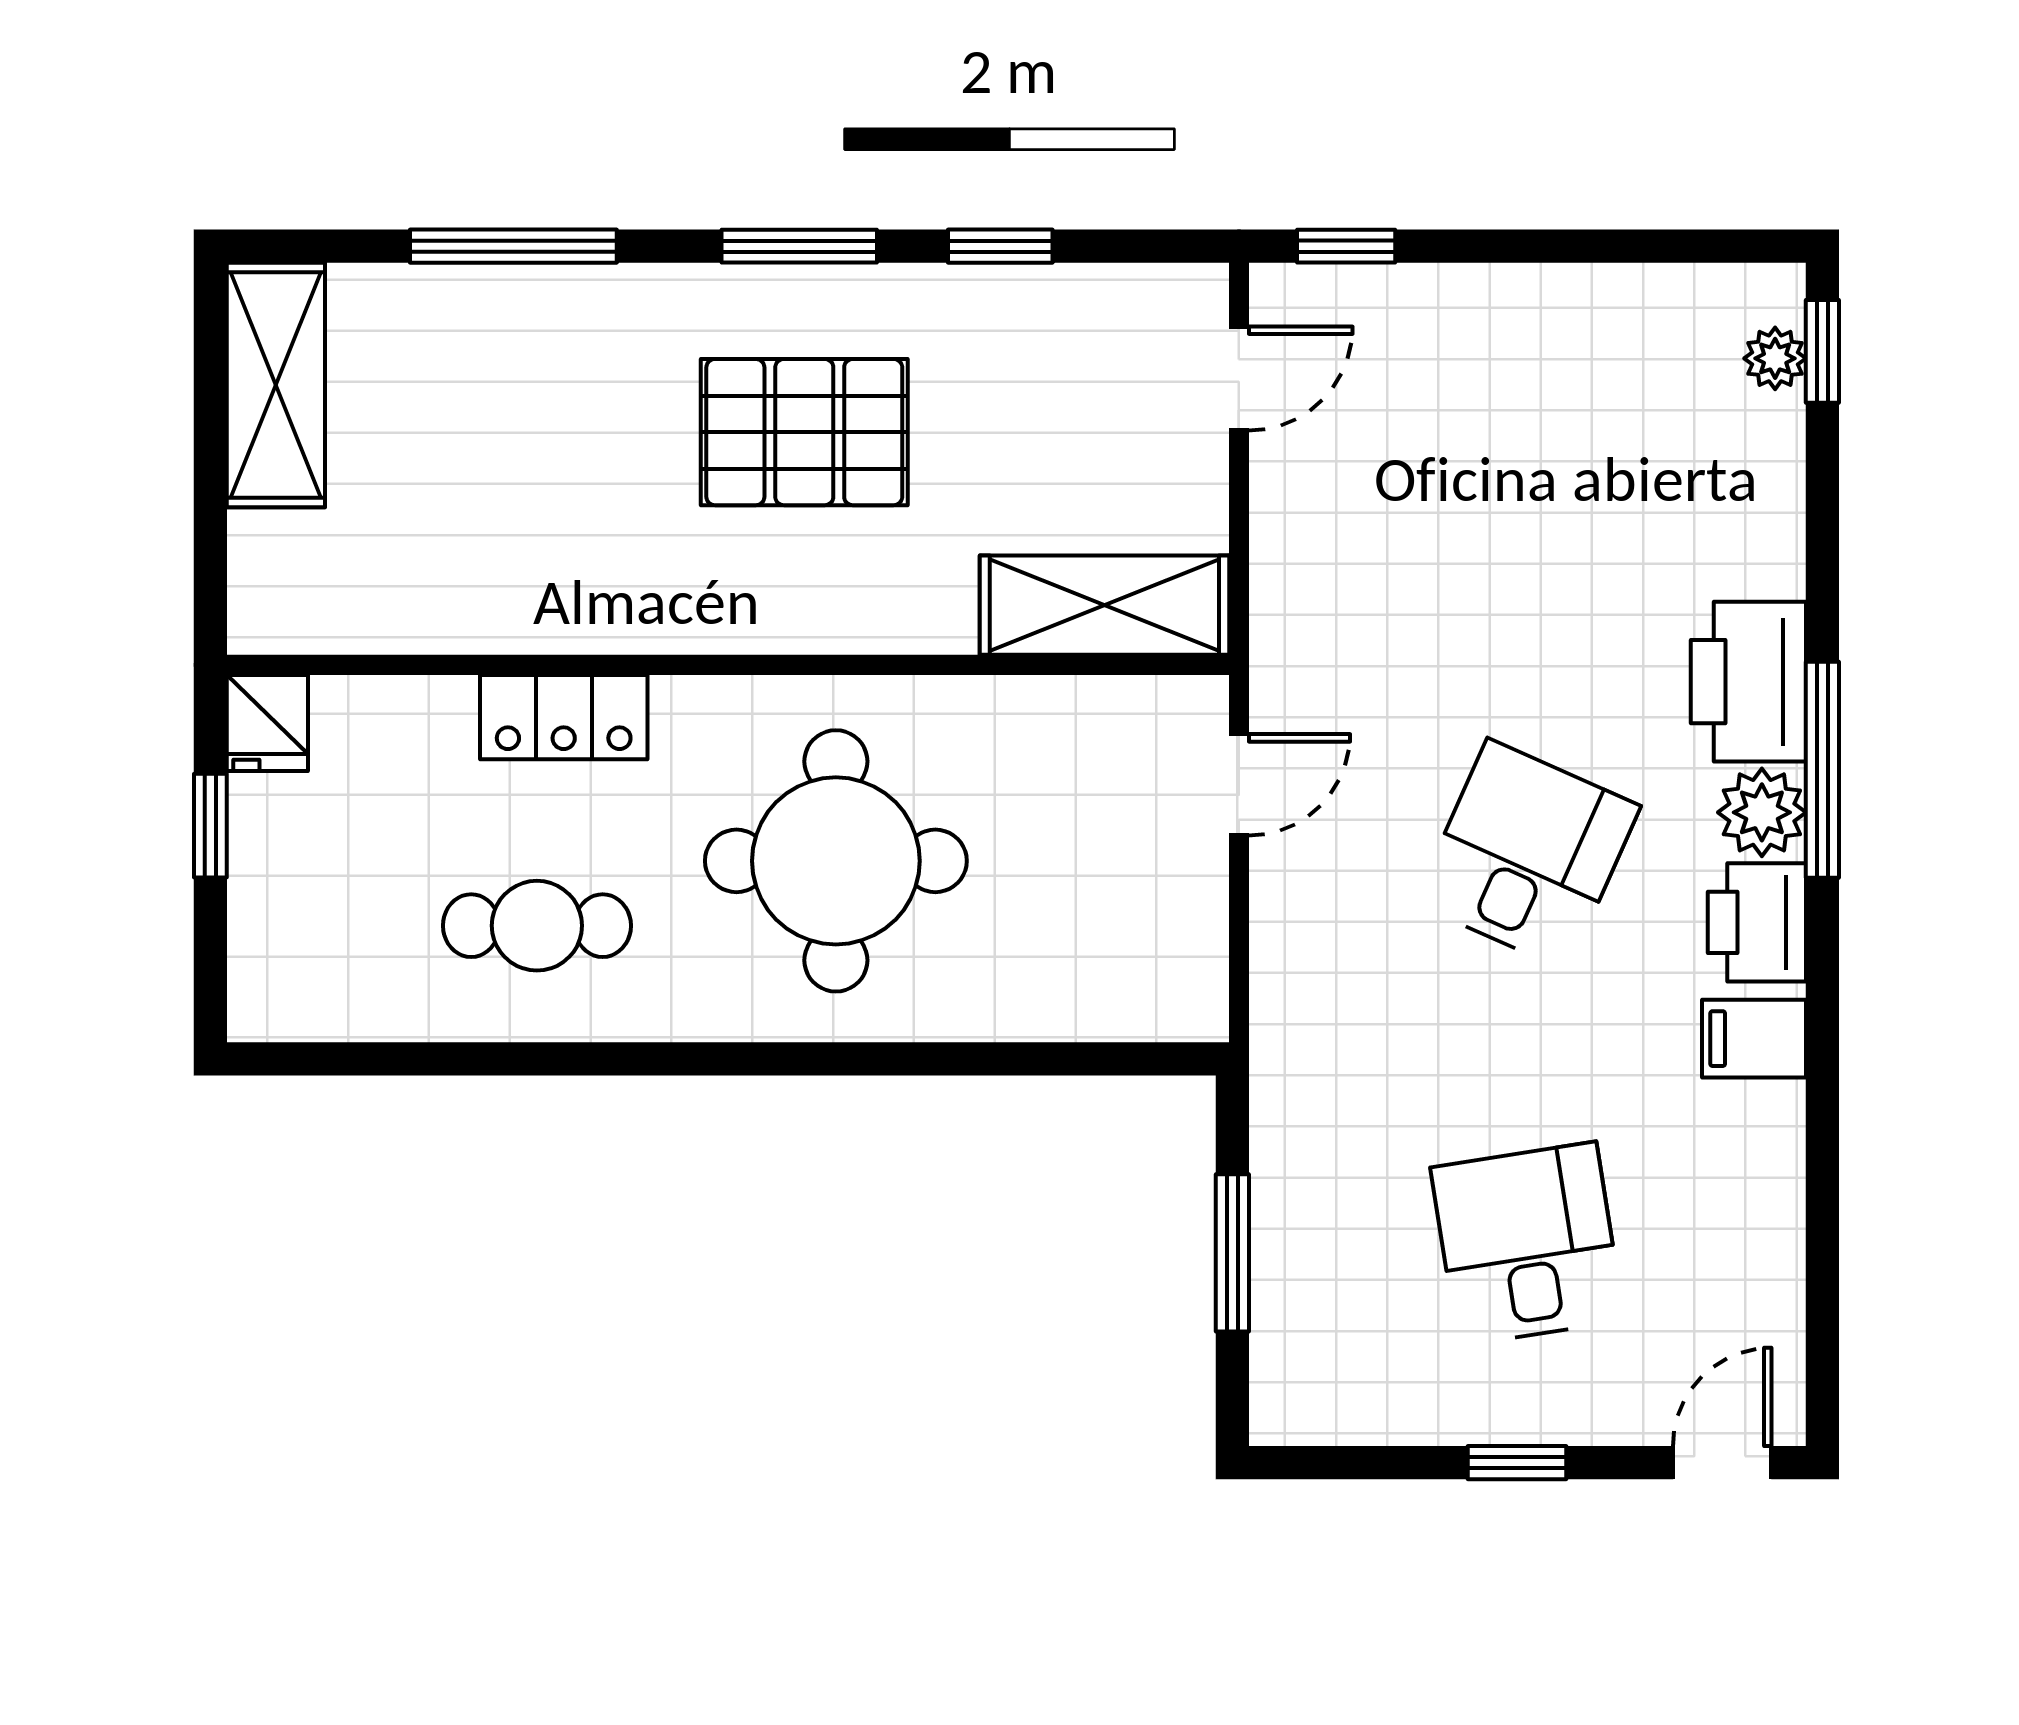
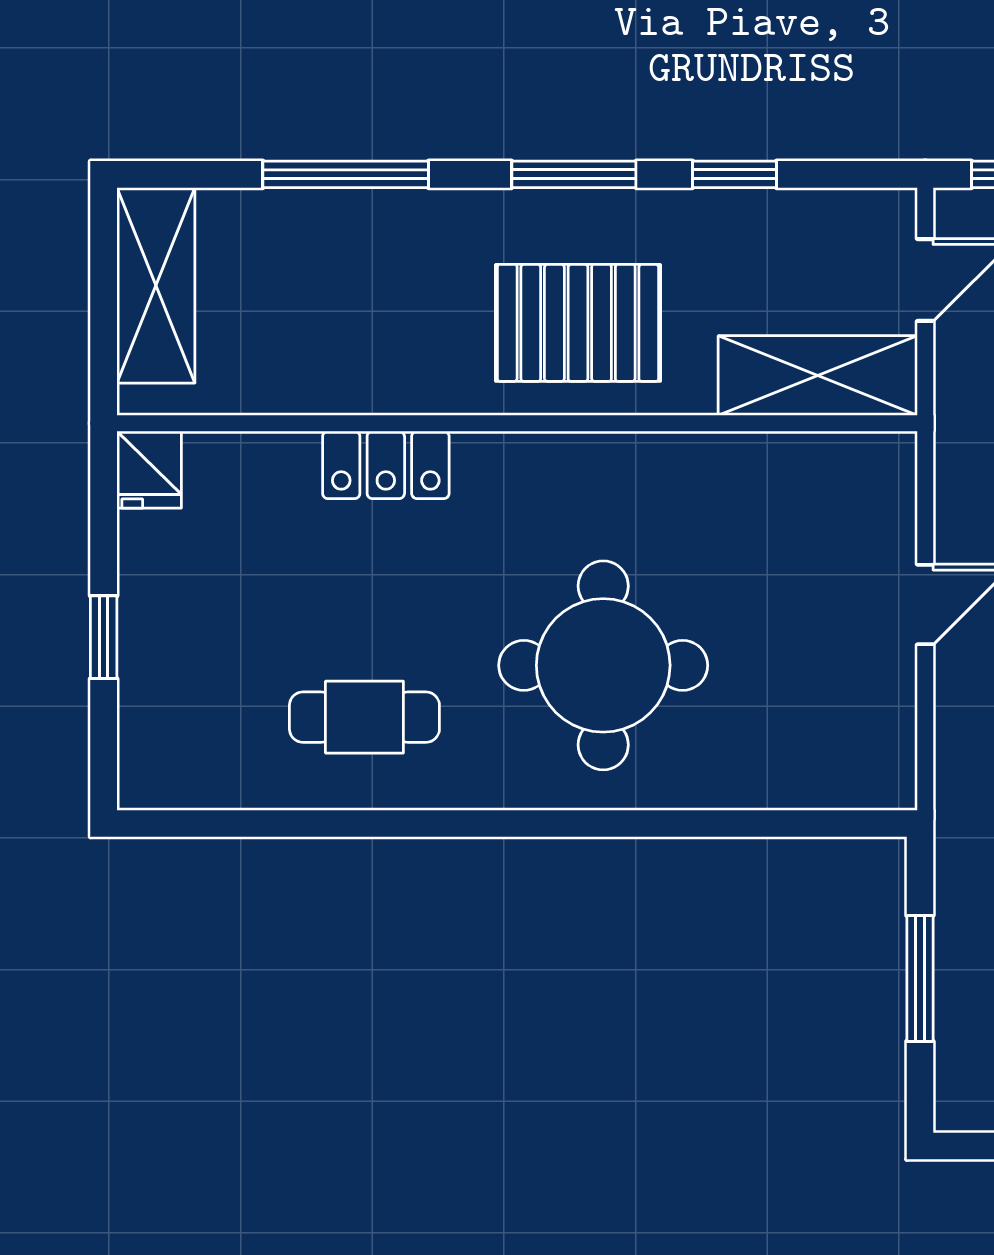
shelving: (1104, 605) -> (818, 375), moved
wall: (728, 665) -> (517, 423), moved
locker: (564, 717) -> (386, 465), moved
fridge: (267, 723) -> (149, 470), moved

